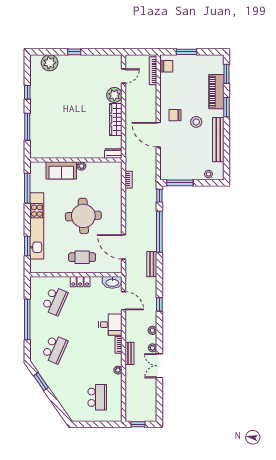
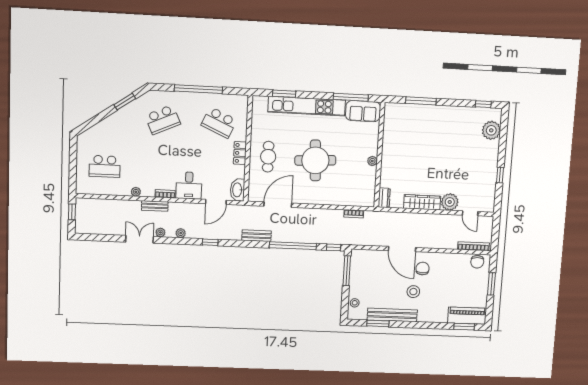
window: (74, 52) -> (500, 175), moved
window: (27, 92) -> (483, 104), moved
piano: (216, 92) -> (467, 316), moved
window: (226, 107) -> (378, 323), moved
door: (158, 135) -> (402, 249), swing flipped
sofa: (61, 170) -> (363, 111), moved, turned -90
school desk: (55, 349) -> (163, 120), turned -48

